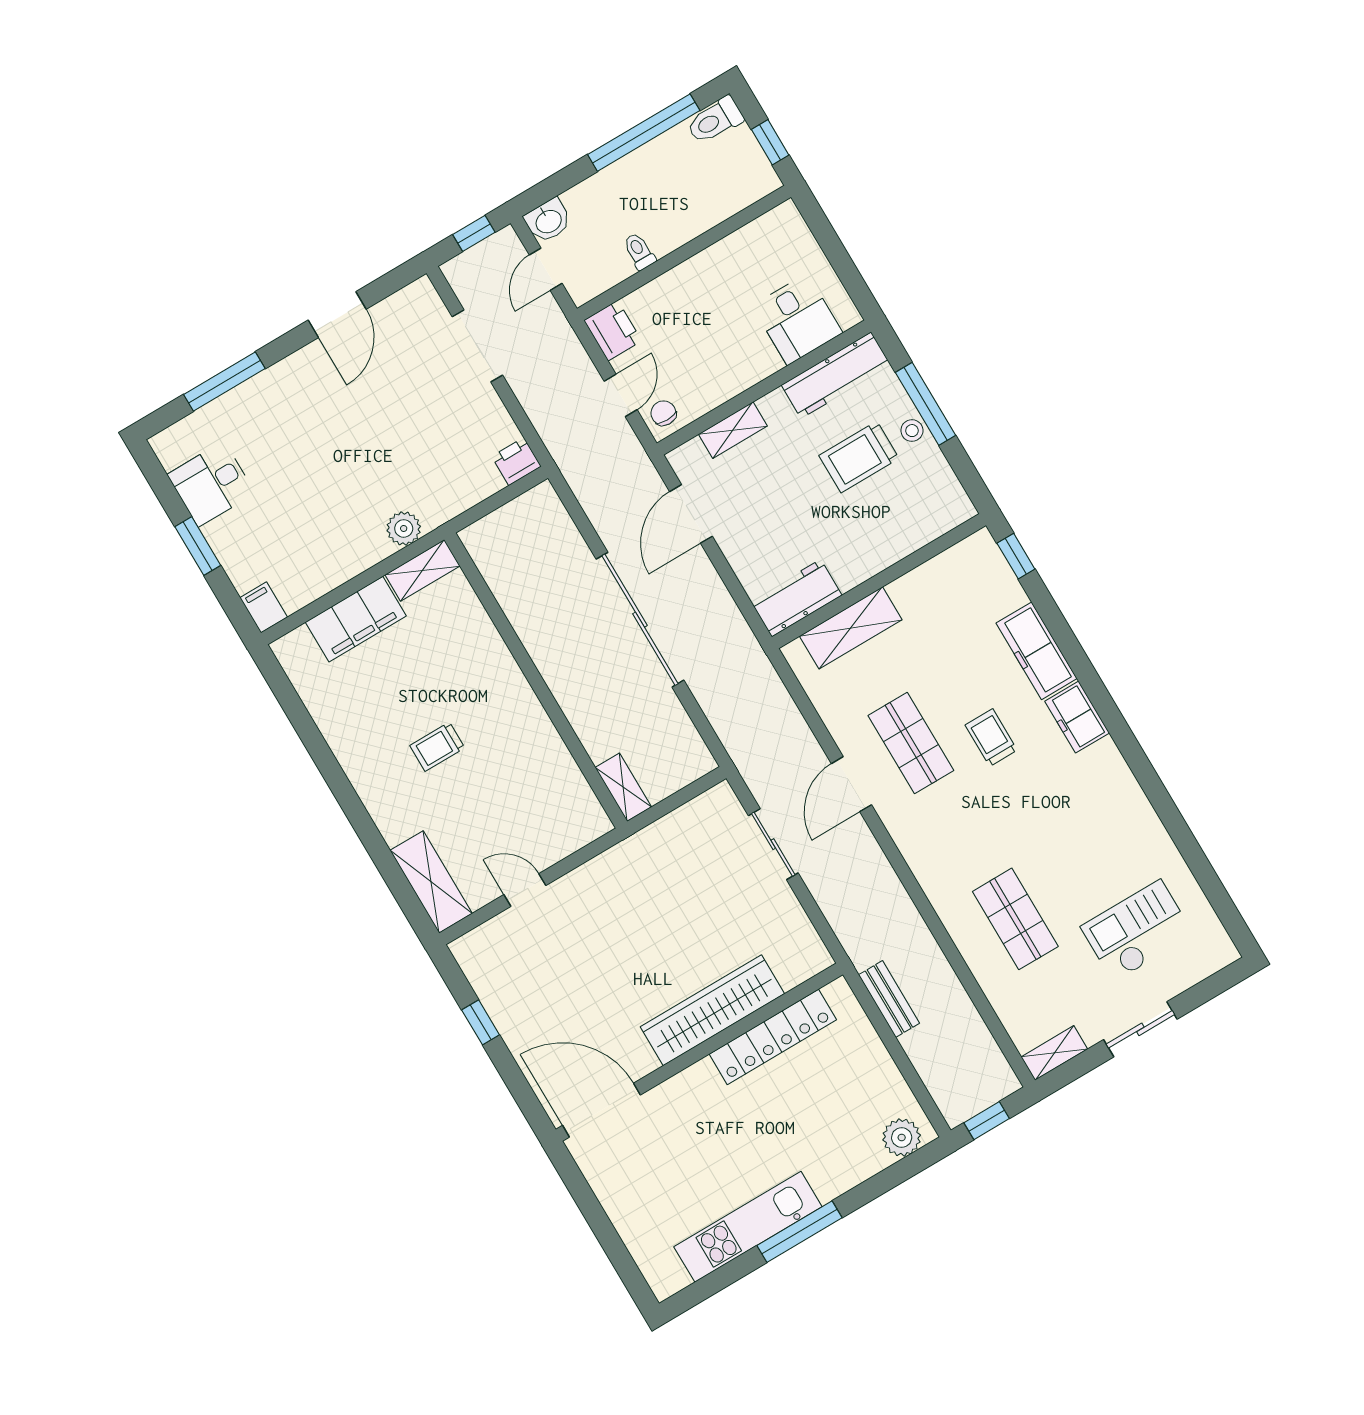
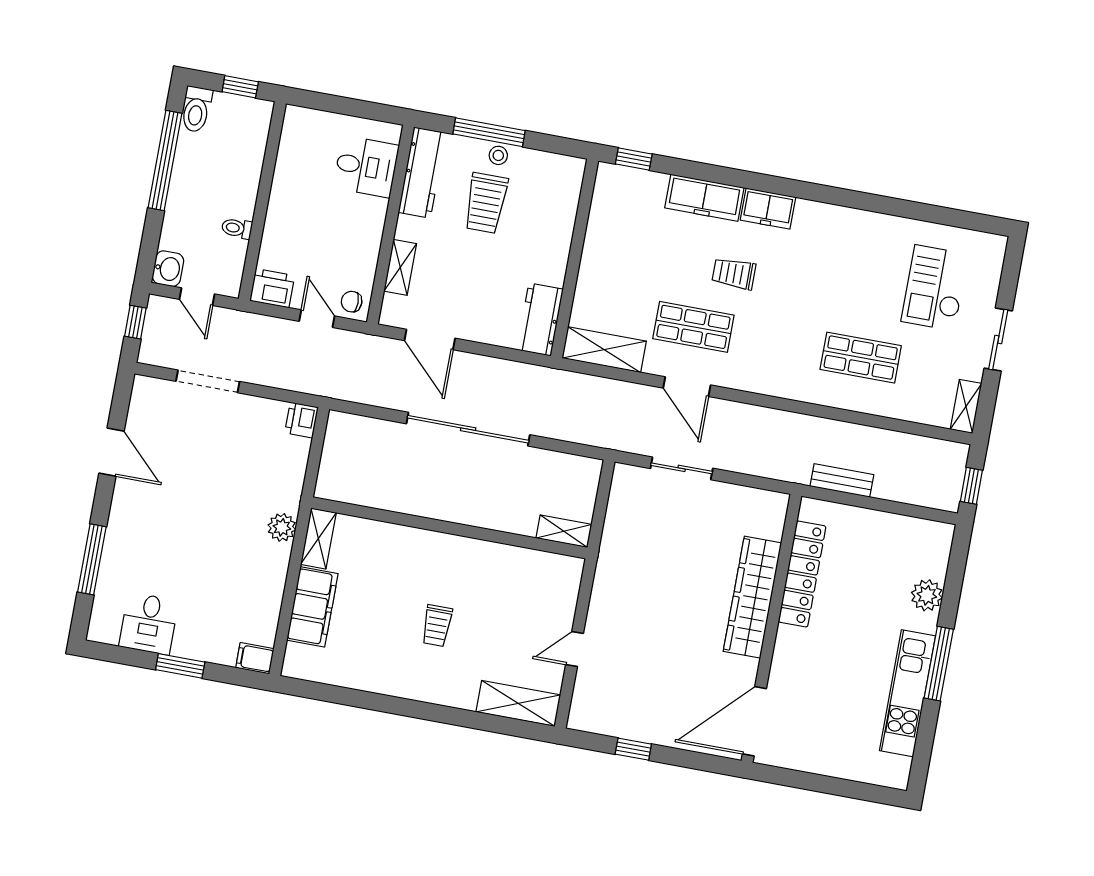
shelving: (851, 628) -> (604, 350), moved, turned 90
plant: (902, 1137) -> (927, 595), moved

